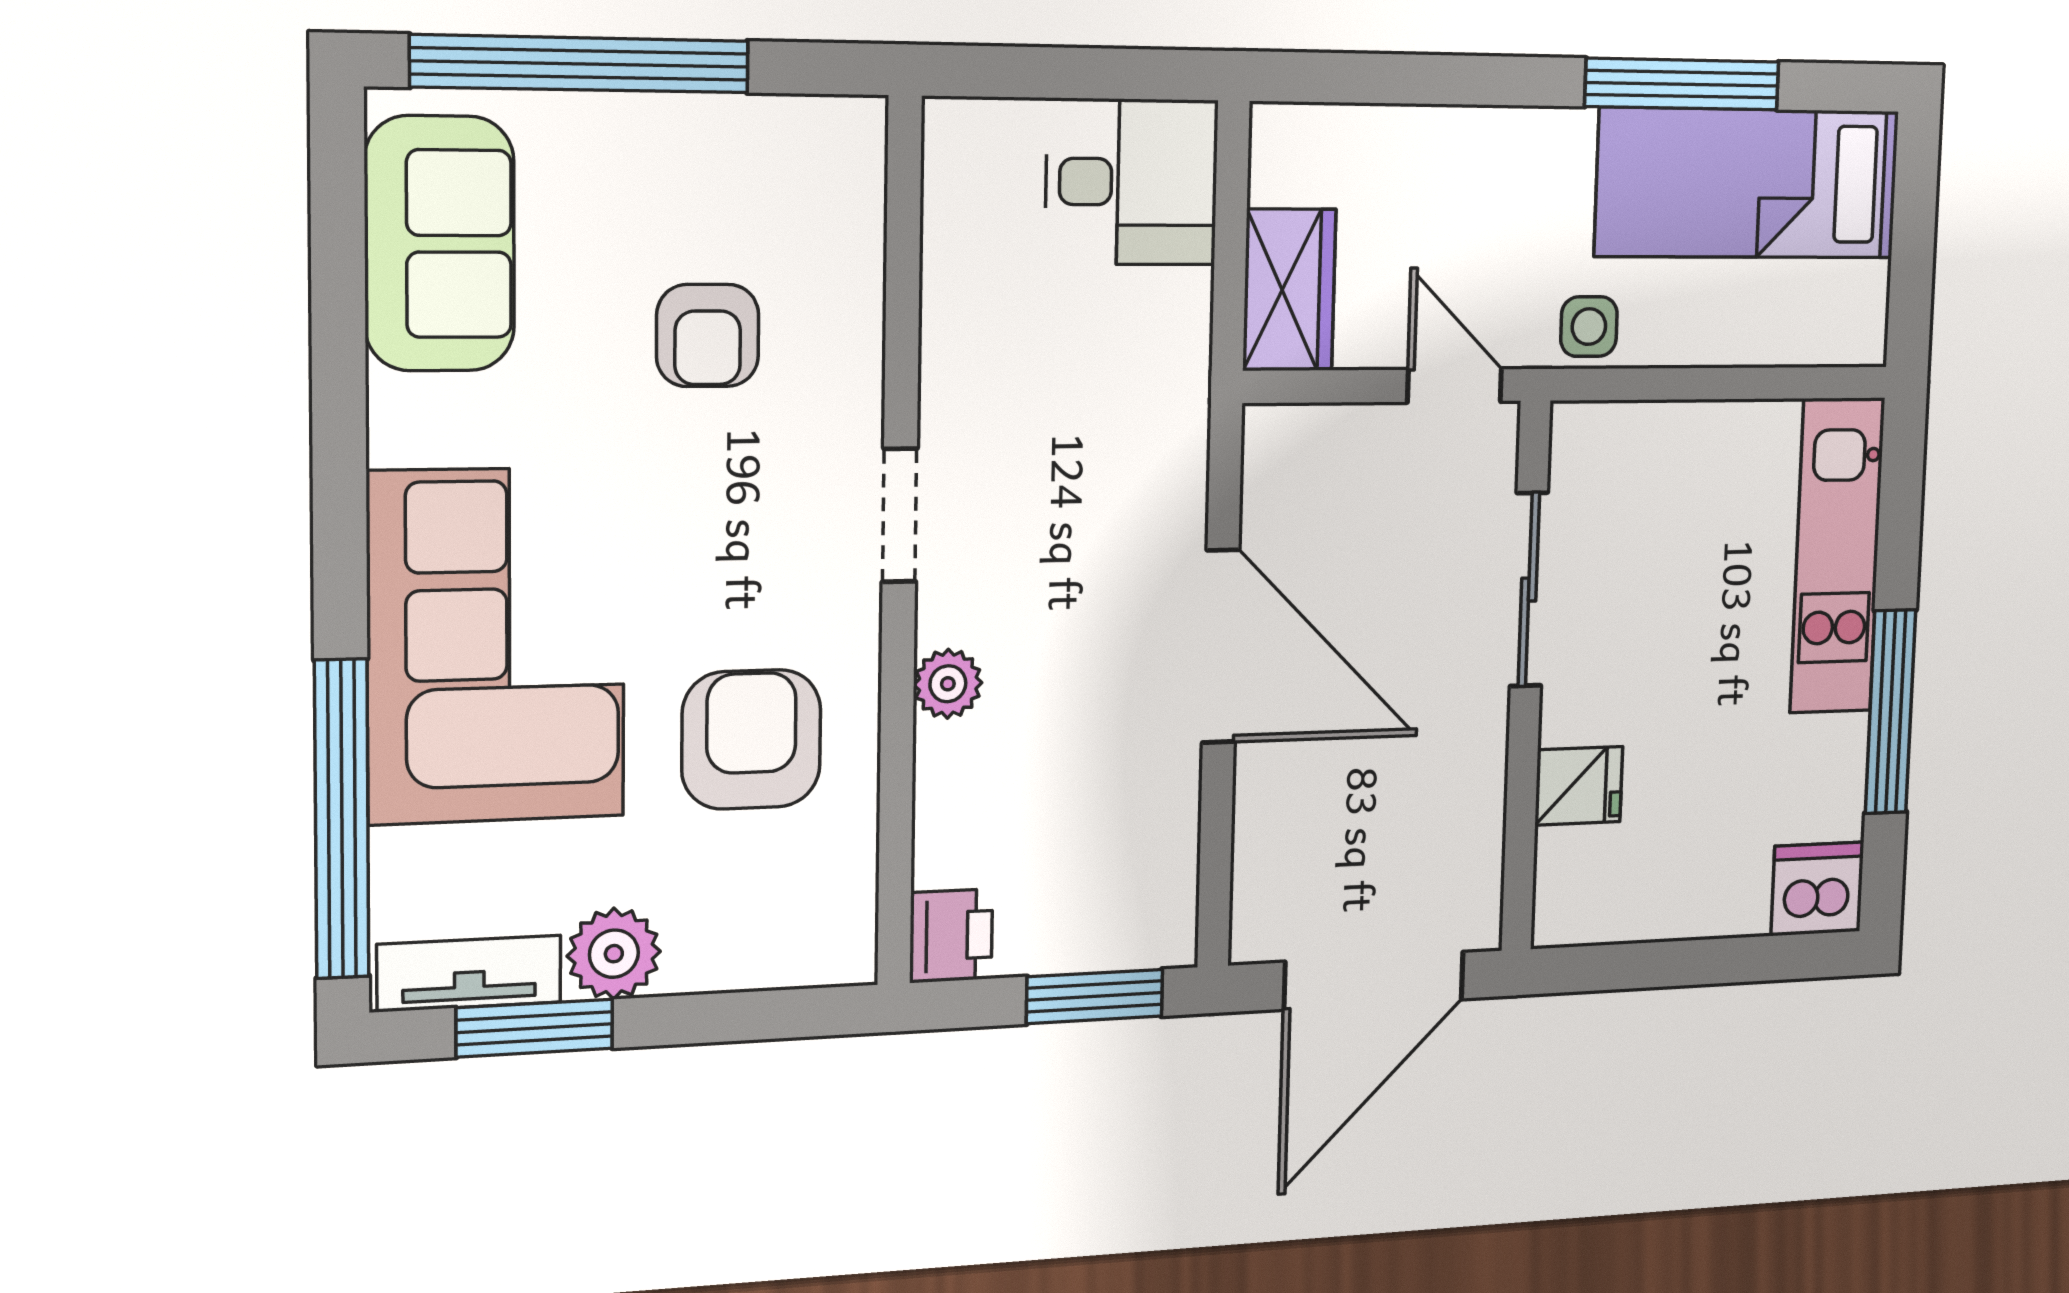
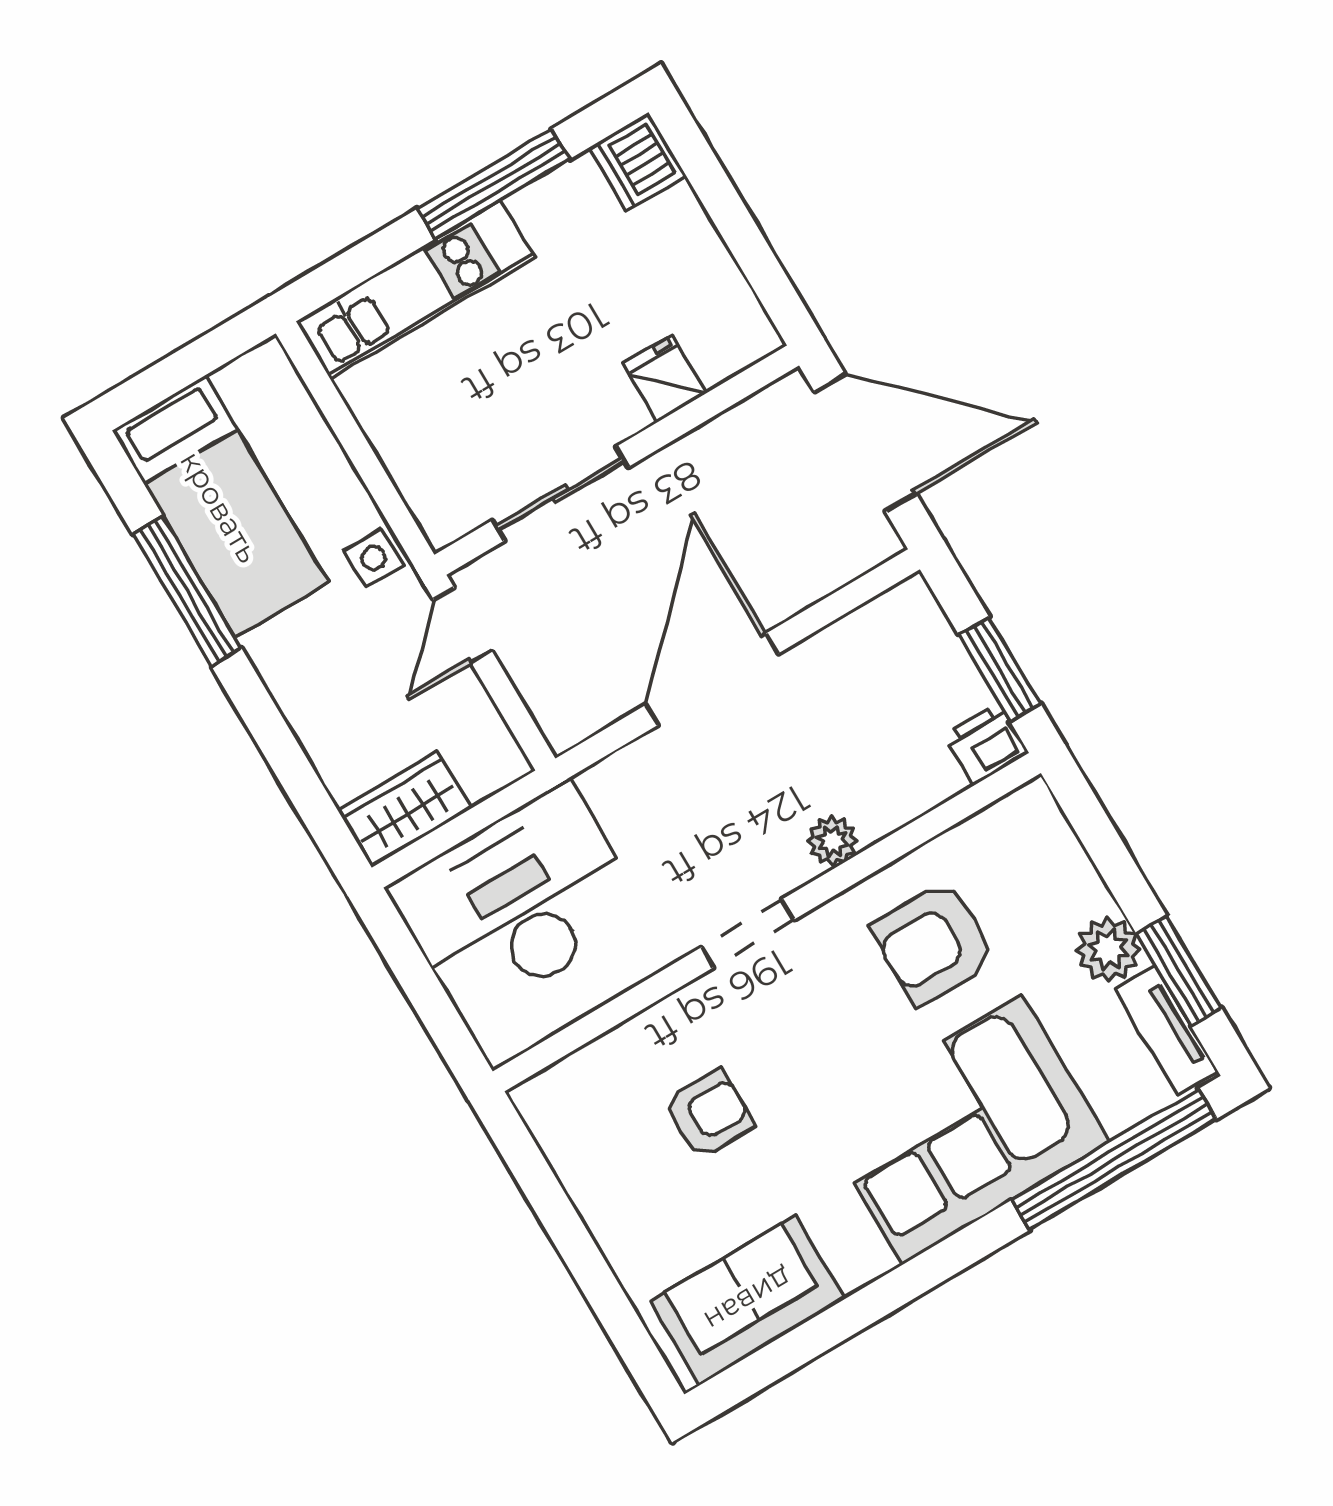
window: (581, 64) -> (597, 1281), removed
desk: (1132, 182) -> (517, 902), width x1.87, depth x1.30
wardrobe: (1289, 290) -> (405, 809), moved
window: (1095, 996) -> (1000, 669), moved

